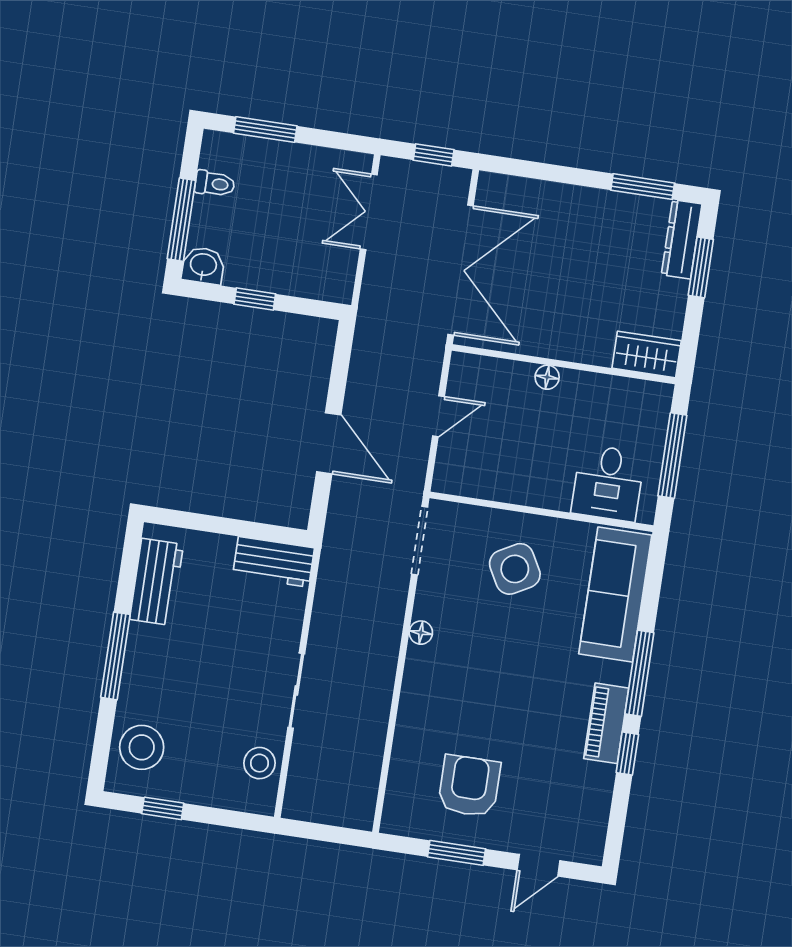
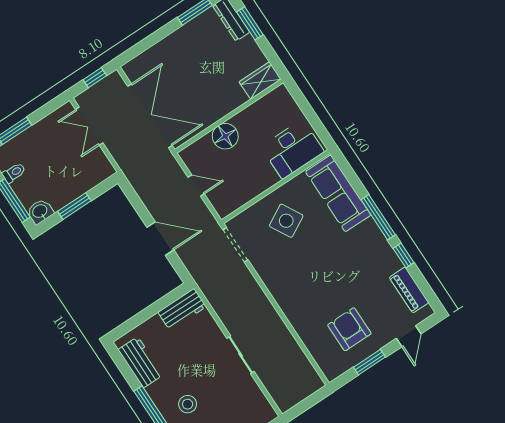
window: (255, 299) -> (74, 206), width x1.50
floor lamp: (547, 377) -> (225, 136), width x1.89, depth x1.89
door: (438, 416) -> (196, 186), hinge flipped
window: (672, 456) -> (309, 113), removed
desk: (608, 483) -> (293, 149), width x1.37
floor lamp: (421, 633) -> (271, 283), removed
piano: (606, 723) -> (409, 290), moved
stool: (260, 763) -> (188, 404), moved

